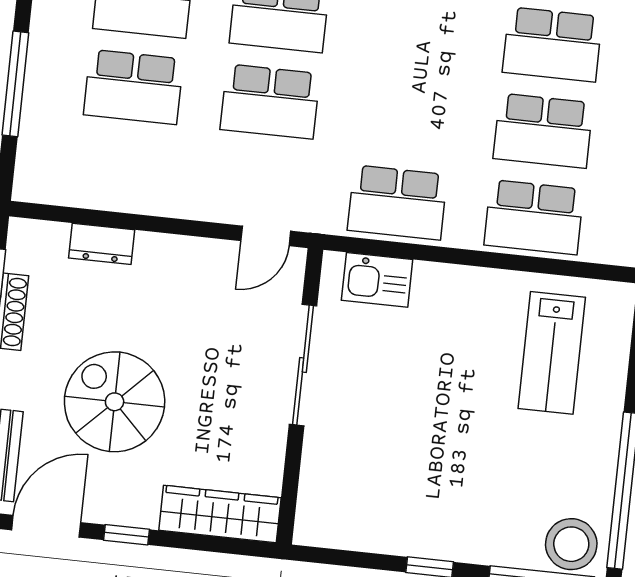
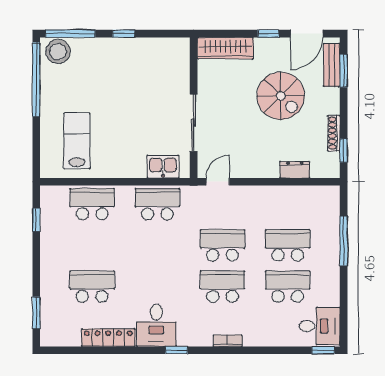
school desk: (543, 131) -> (92, 245), removed

